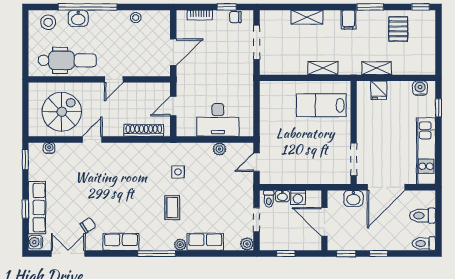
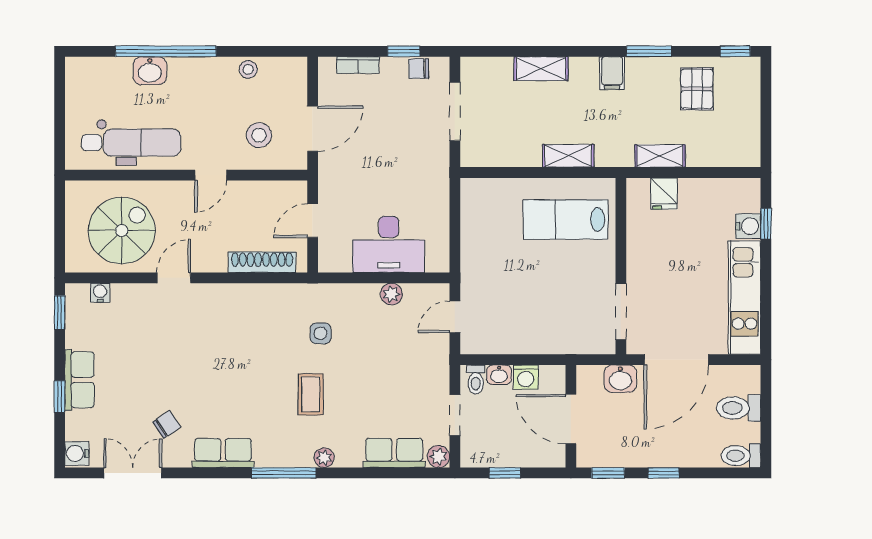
stool: (48, 22) -> (259, 135), moved
water cooler: (420, 88) -> (748, 226), moved, turned 90
row of seats: (37, 208) -> (79, 380), width x0.68
row of seats: (205, 242) -> (394, 453), moved

